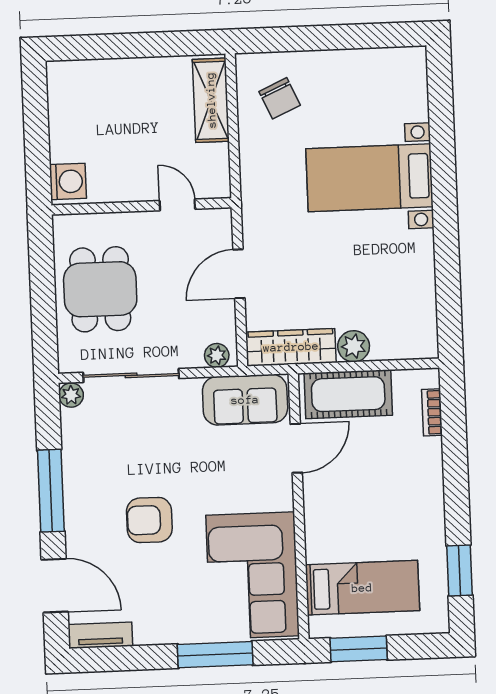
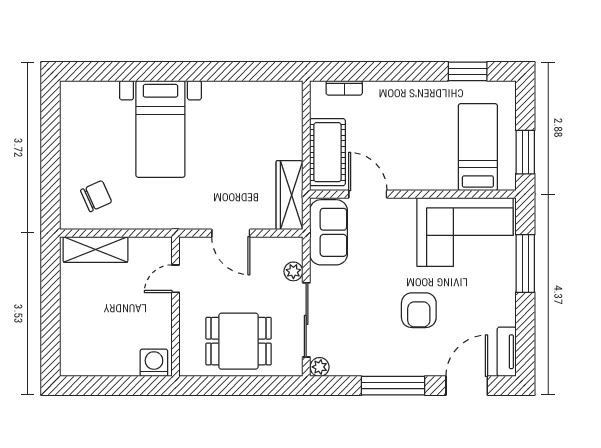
plant: (354, 346) -> (291, 147), removed
plant: (217, 355) -> (293, 271), moved

